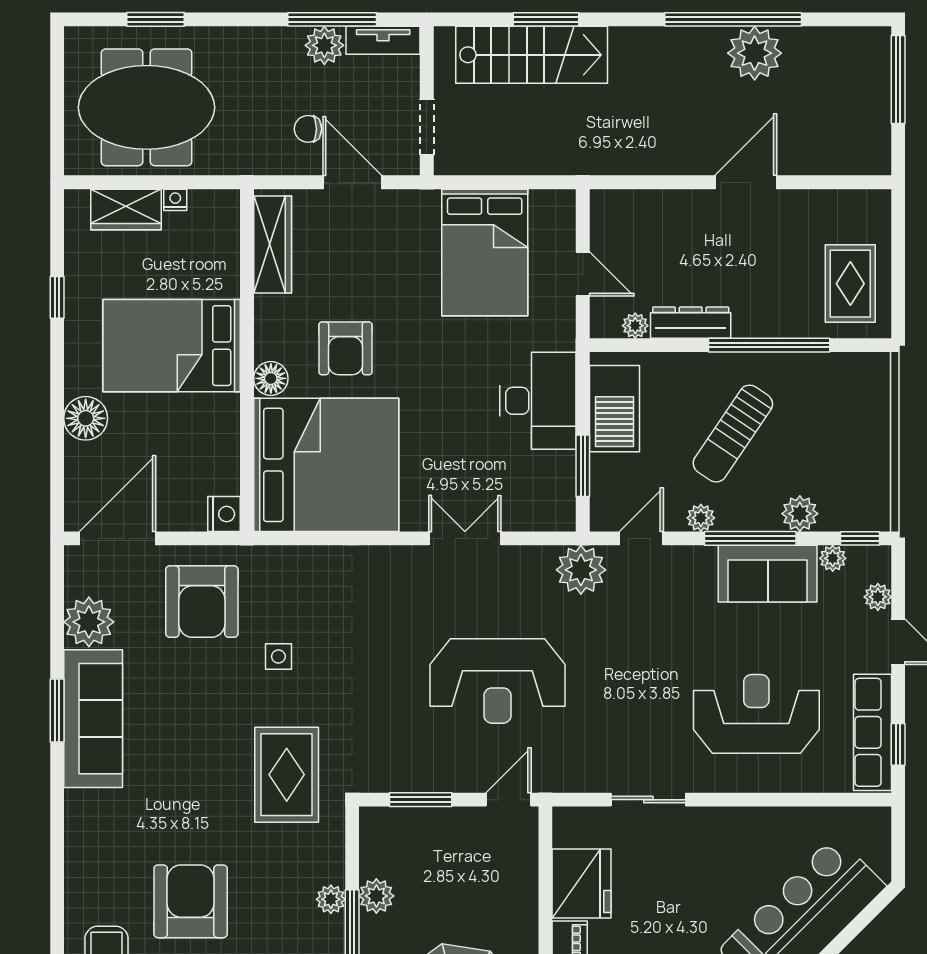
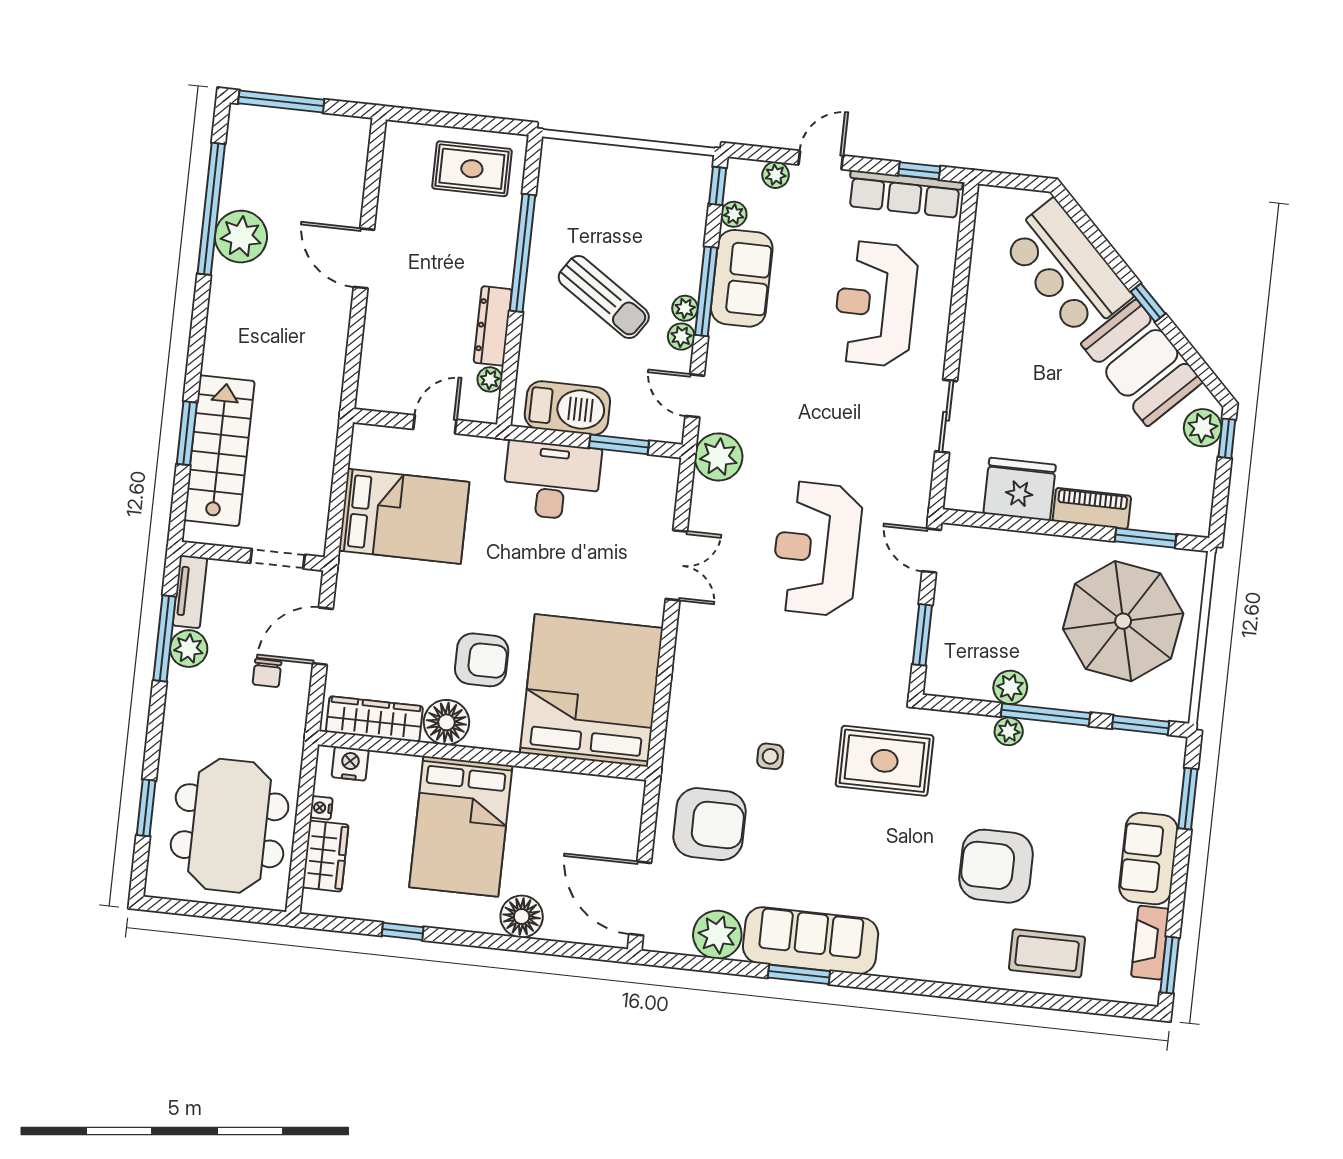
window: (733, 19) -> (211, 209), moved
floor lamp: (271, 378) -> (446, 722), moved, width x1.38, depth x1.38
nightstand: (224, 514) -> (350, 764), moved
plant: (800, 514) -> (685, 308), moved, width x0.73, depth x0.73
double door: (465, 538) -> (676, 565), swing flipped
reception desk: (497, 681) -> (817, 549), turned 180

